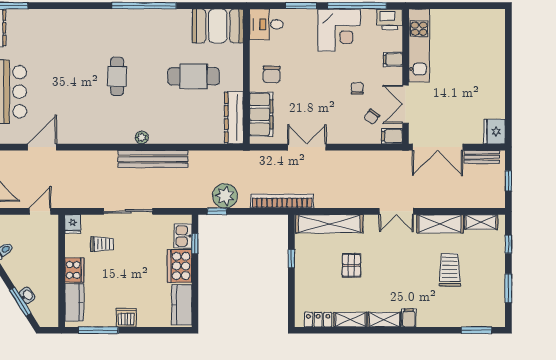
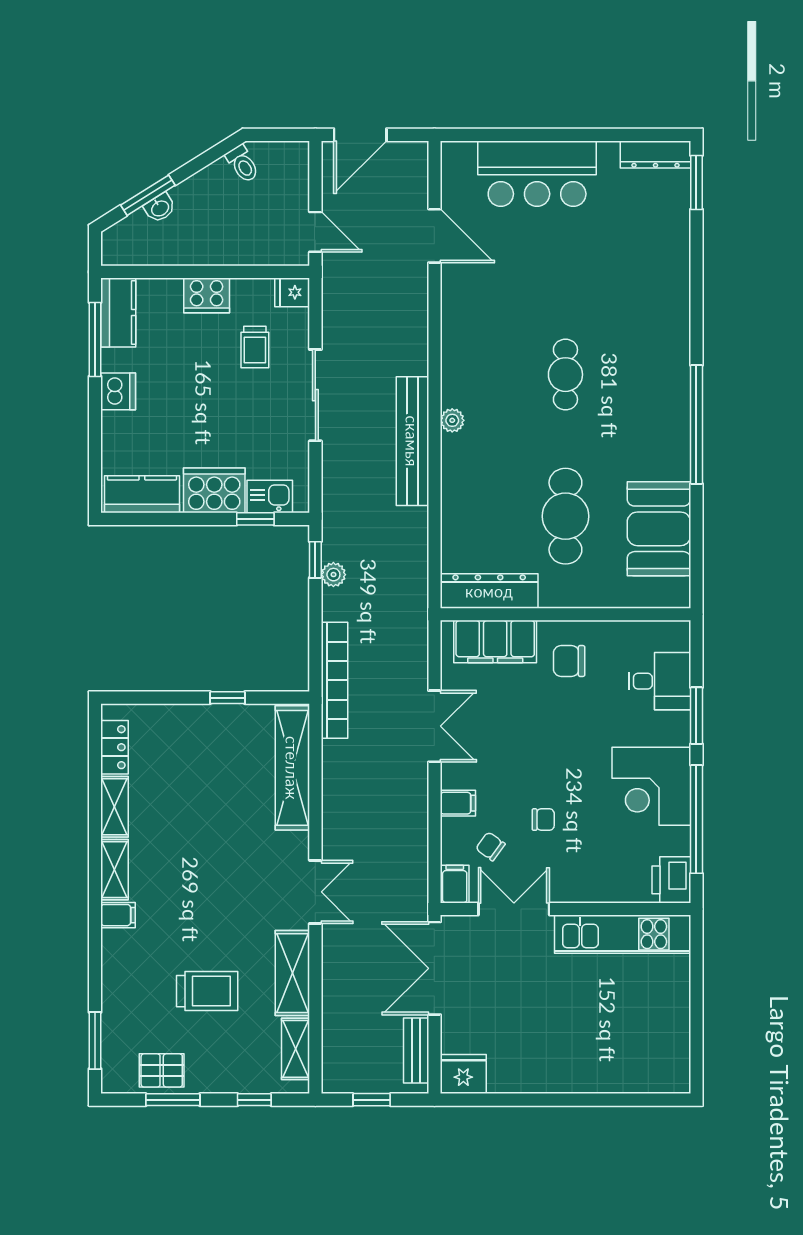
desk: (266, 24) -> (660, 681), moved, turned 90
booth: (218, 26) -> (659, 529), moved
filing cabinet: (393, 59) -> (458, 803), moved, turned 90
cafe table: (117, 76) -> (565, 375), turned 90
plant: (225, 196) -> (333, 575), width x0.53, depth x0.53
double door: (396, 211) -> (315, 892), swing flipped
pallet: (351, 265) -> (162, 1070), moved
kitchen counter: (74, 302) -> (118, 313), moved, turned -90

